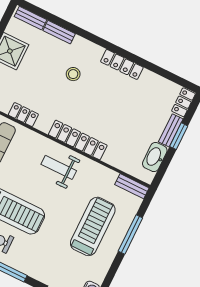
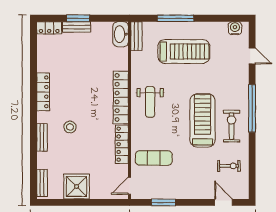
bench: (59, 32) -> (42, 137), moved
locker: (23, 115) -> (122, 144), width x1.53
washbasin: (155, 157) -> (121, 34), moved, turned 90
treadmill: (93, 226) -> (184, 51), turned 180

